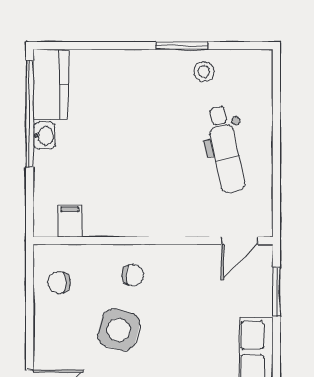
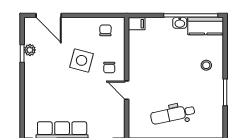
stool: (204, 72) -> (206, 65), moved
filing cabinet: (70, 221) -> (137, 24), moved
door: (239, 241) -> (127, 90), moved

